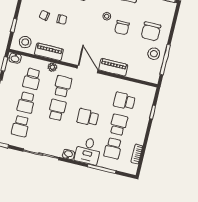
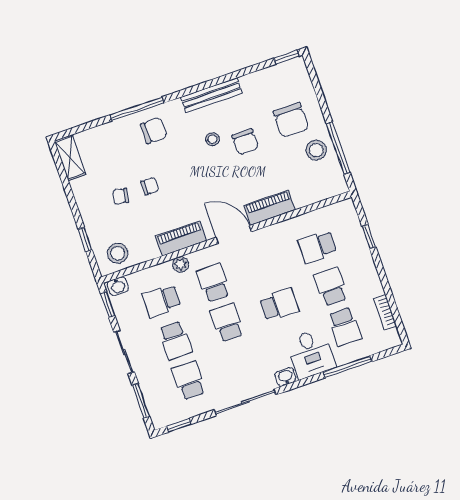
piano: (49, 52) -> (181, 238), moved
school desk: (32, 79) -> (161, 301), turned 90
school desk: (88, 117) -> (279, 305), turned 180
school desk: (20, 126) -> (189, 380), turned 180

